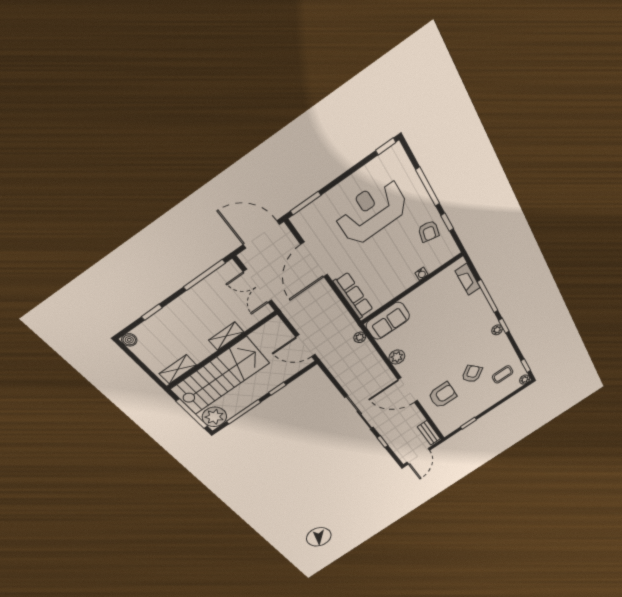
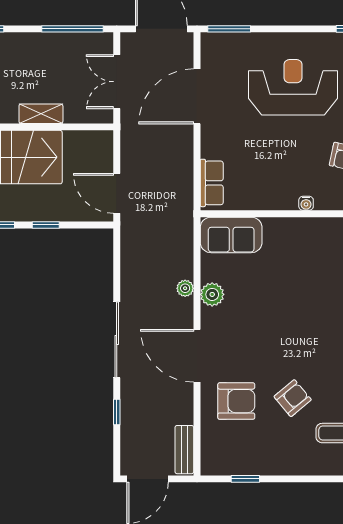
row of seats: (353, 296) -> (212, 183), width x0.68
plant: (360, 337) -> (185, 288), moved

